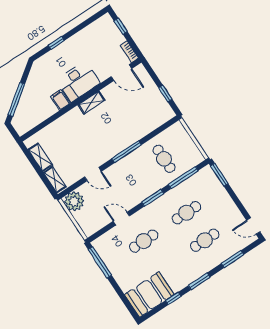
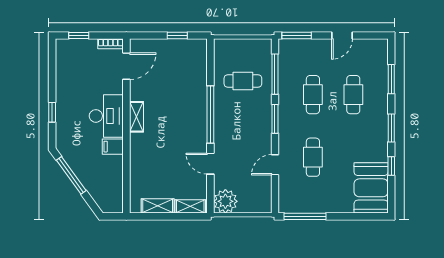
window: (16, 99) -> (71, 175), moved
window: (126, 152) -> (210, 114), width x1.46
door: (93, 174) -> (210, 164), swing flipped
door: (253, 226) -> (342, 35), moved

